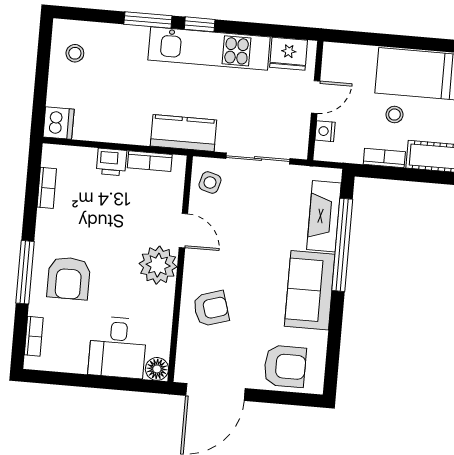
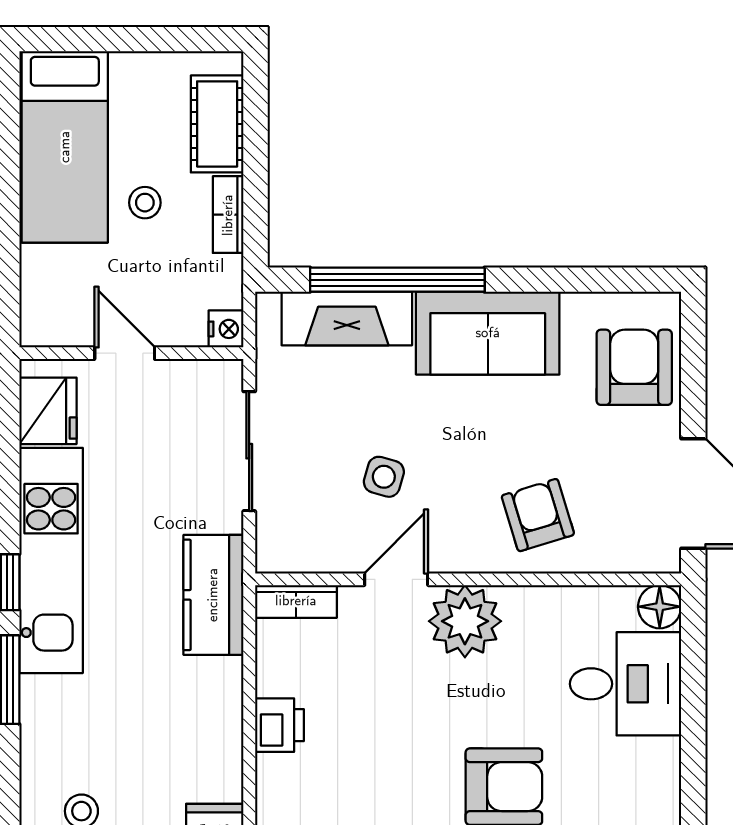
nightstand: (325, 131) -> (226, 329), moved, turned -90
bookcase: (150, 161) -> (296, 601), moved, turned 90
side table: (210, 182) -> (384, 477), moved

